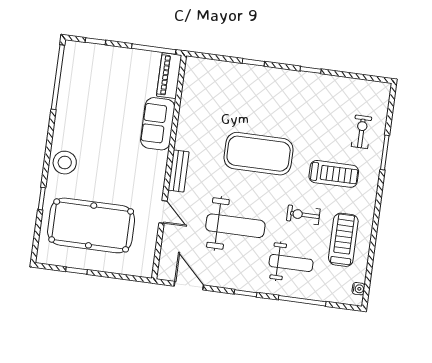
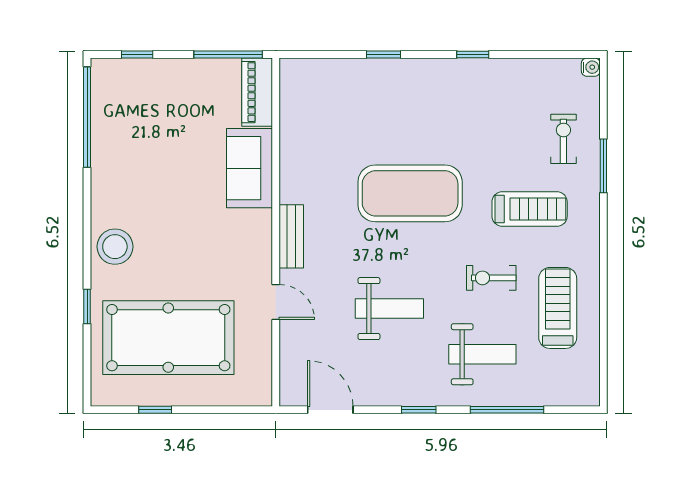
weight bench: (235, 226) -> (389, 309), width x0.73, depth x0.75
water cooler: (358, 289) -> (591, 67), moved

